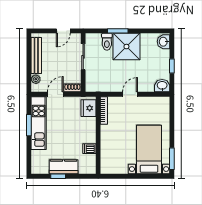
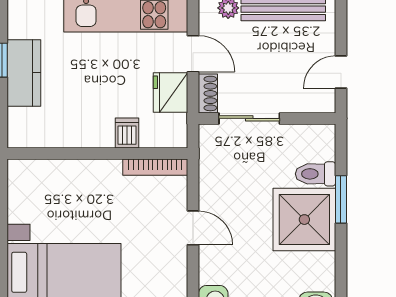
door: (63, 31) -> (341, 72), hinge flipped
sliding door: (83, 57) -> (249, 118), moved
fridge: (88, 108) -> (170, 92), moved, turned -90
dishwasher: (89, 149) -> (127, 133), moved

